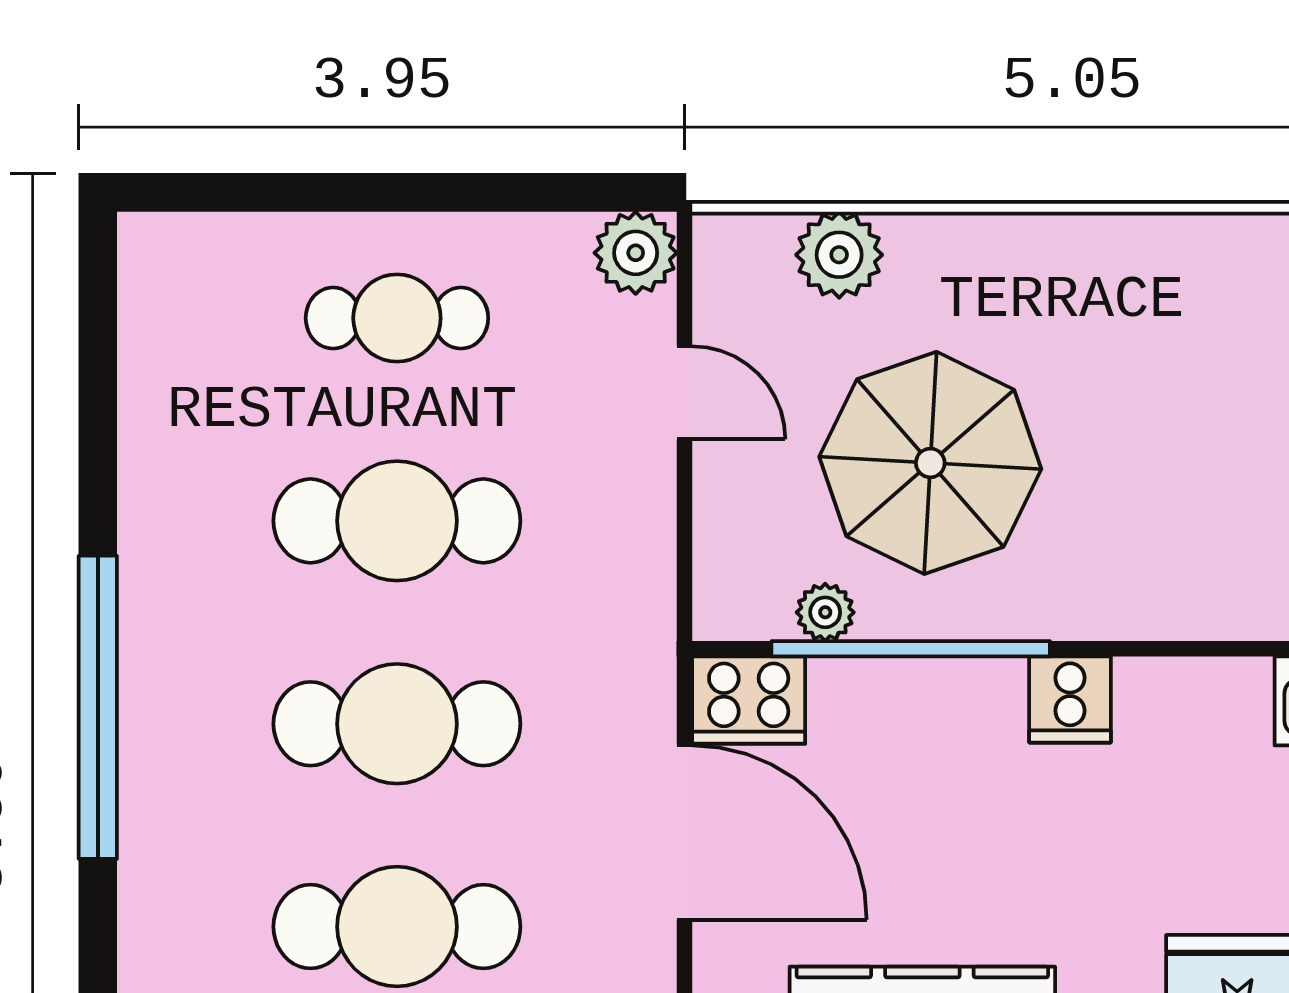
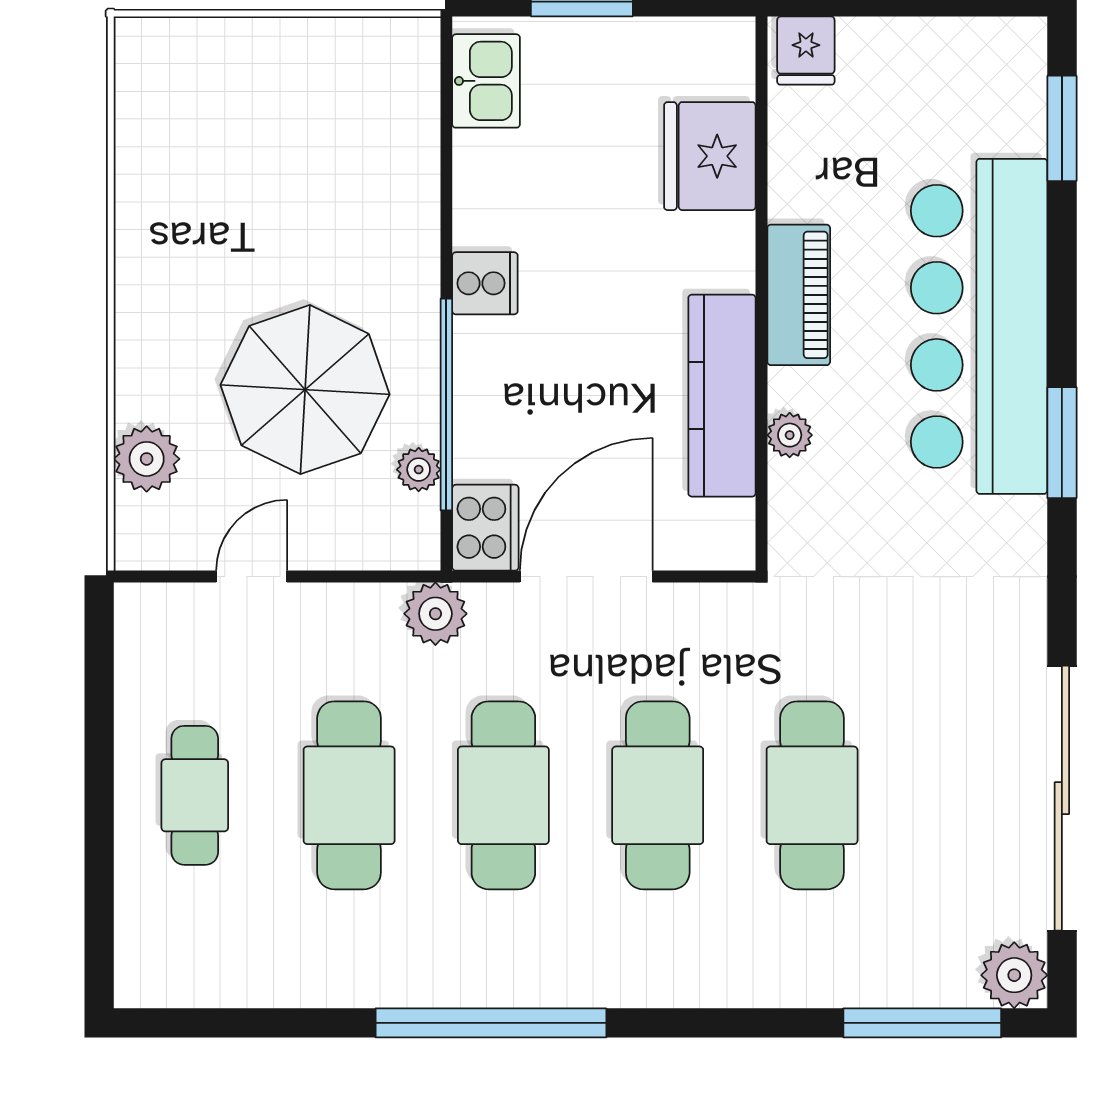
plant: (636, 253) -> (435, 614), moved

